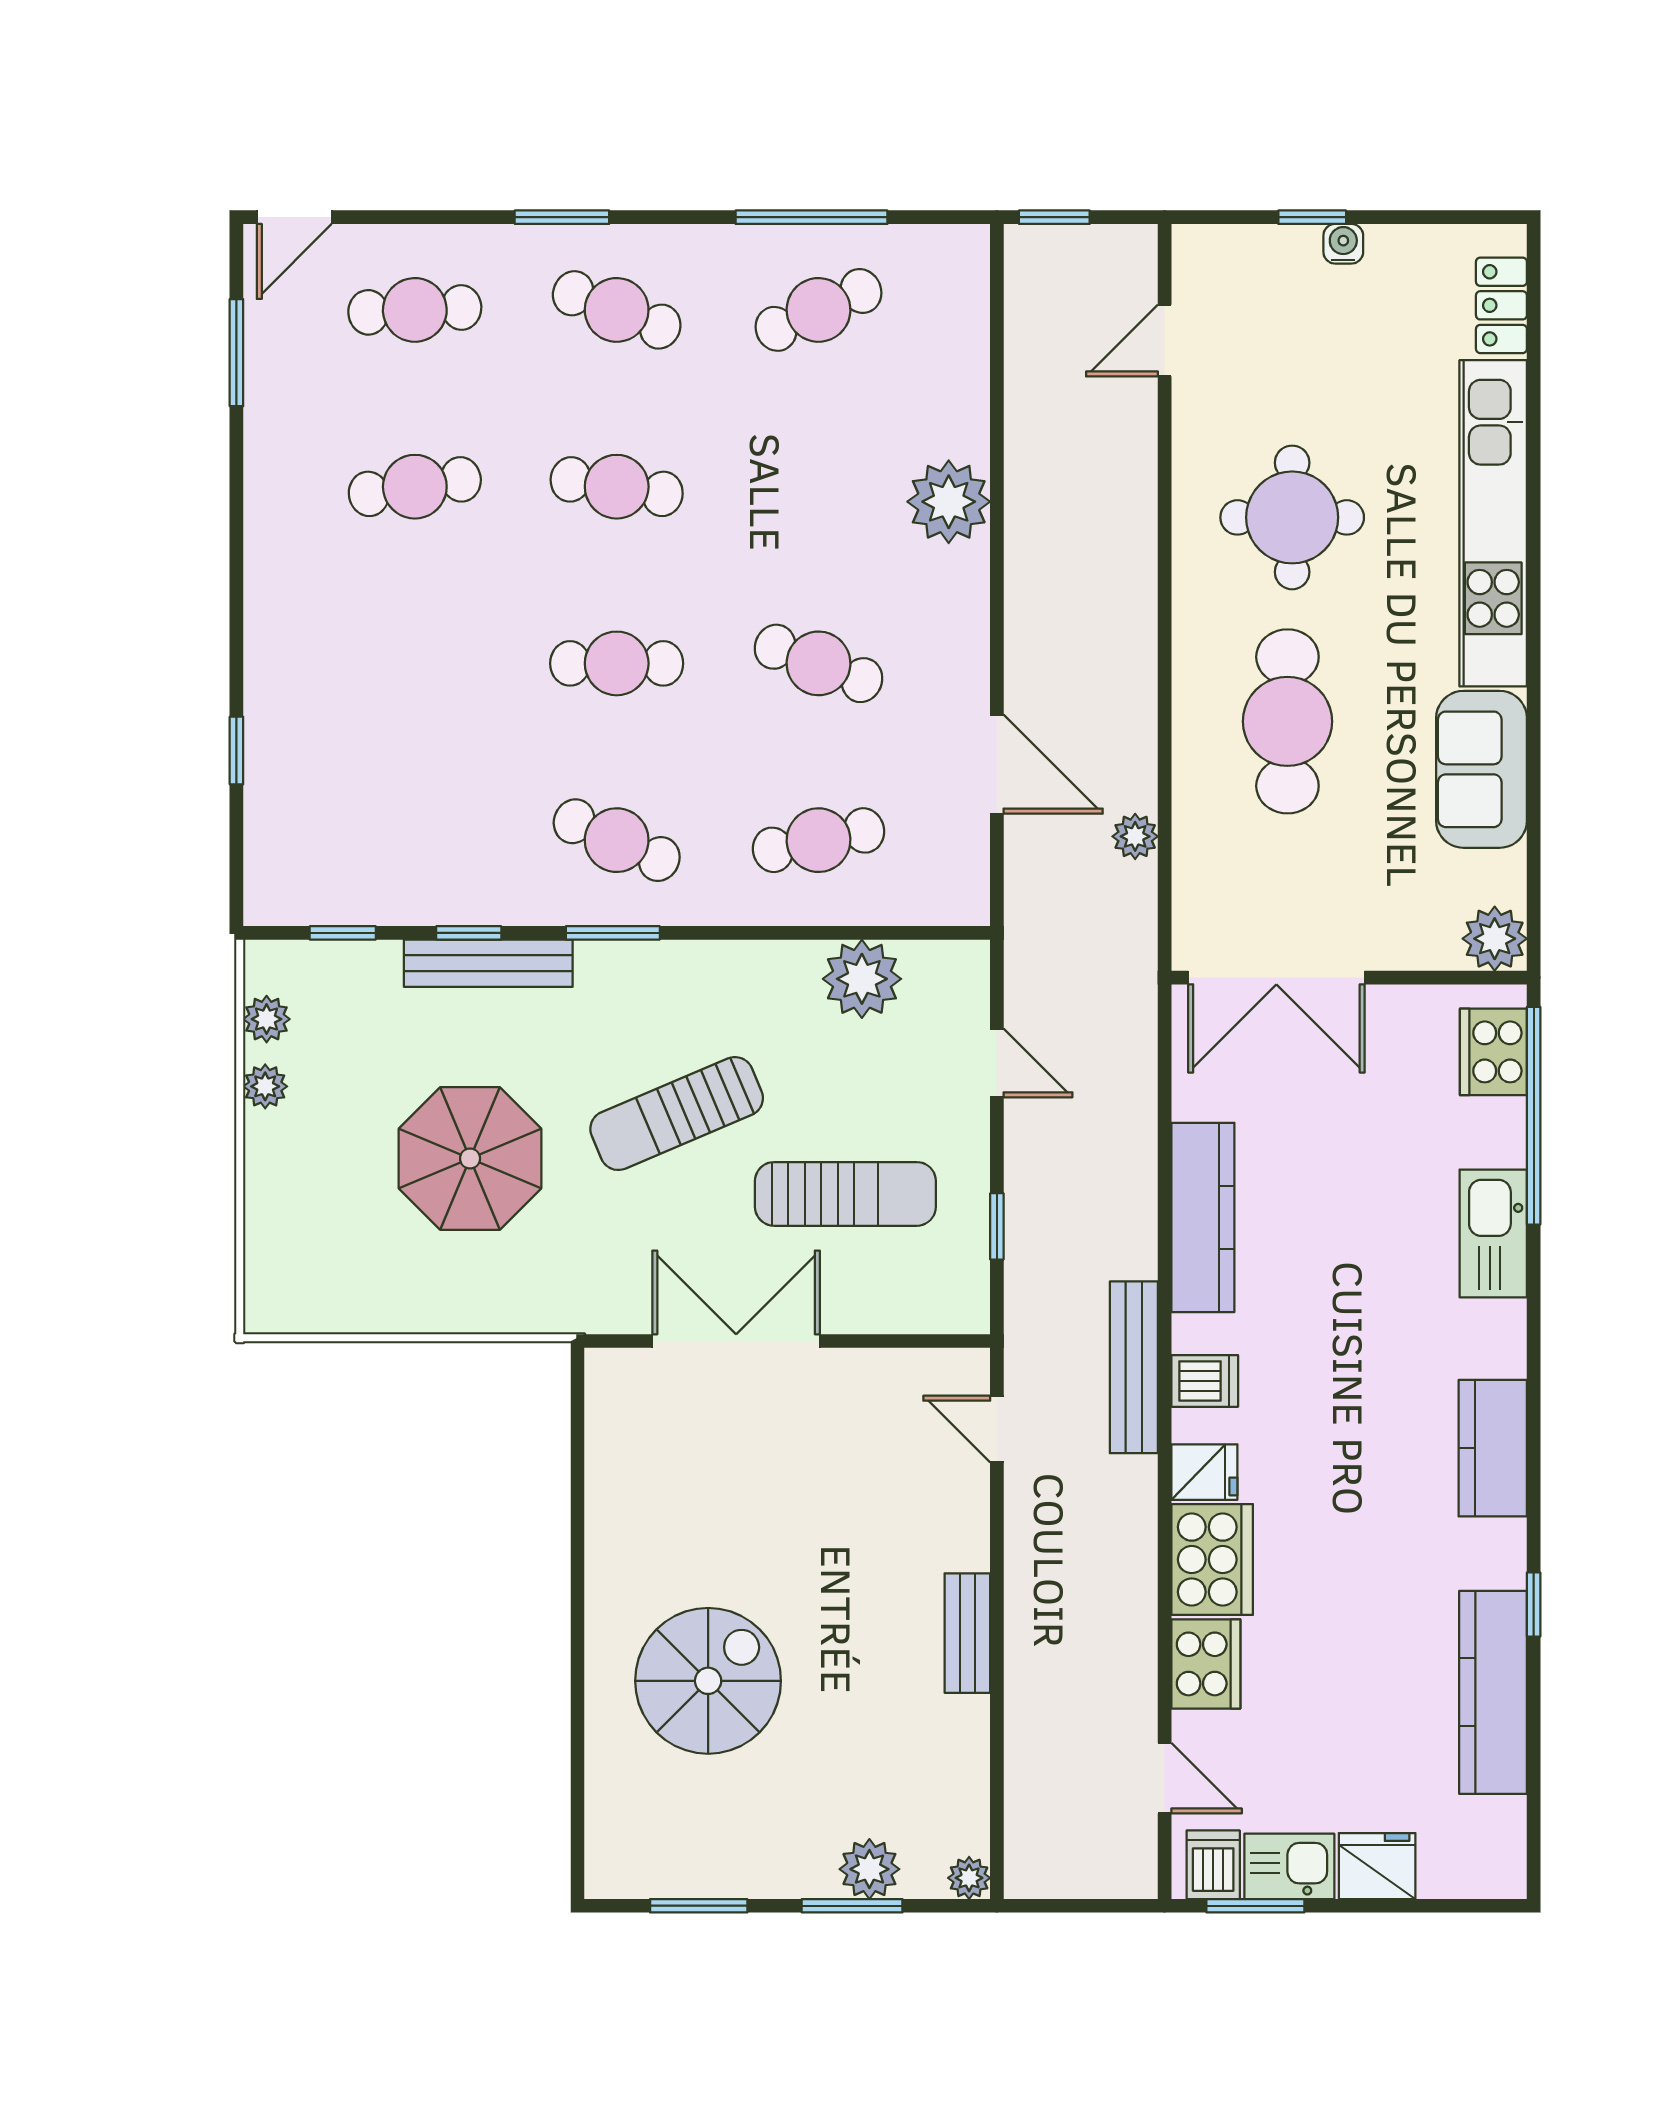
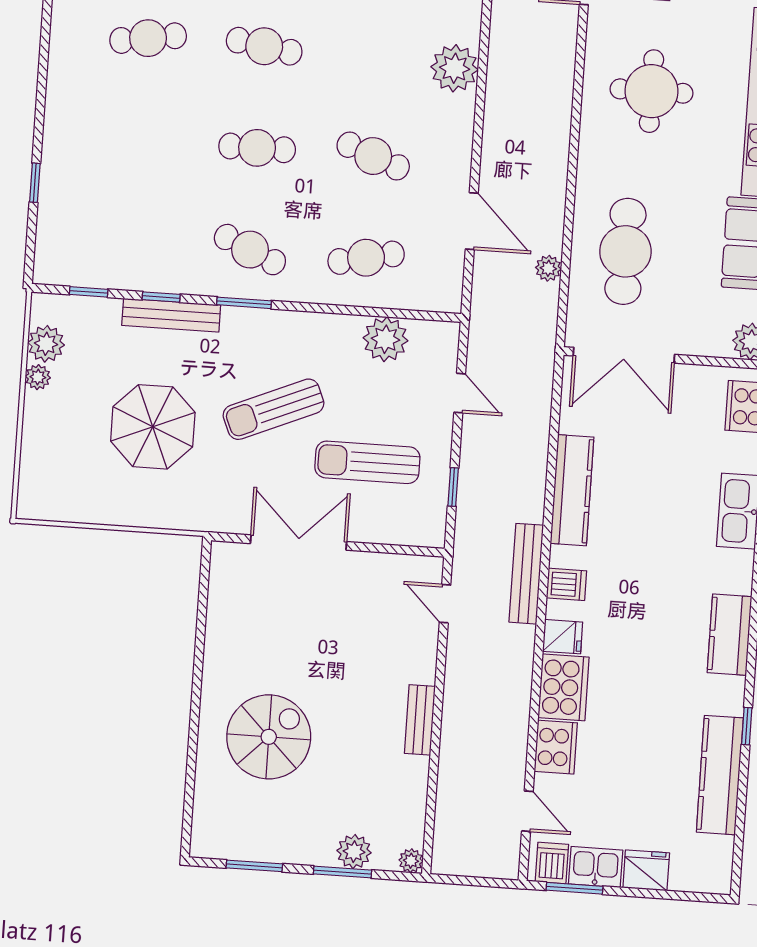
cafe table: (1287, 721) -> (625, 251), moved
plant: (267, 1019) -> (46, 344), width x1.38, depth x1.38
sun lounger: (845, 1194) -> (367, 462), turned 180

